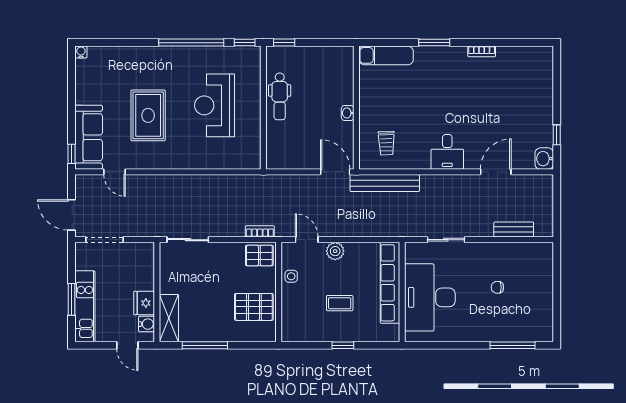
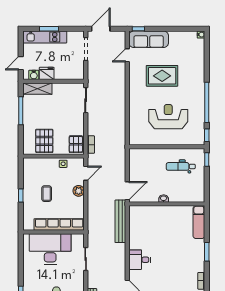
dental chair: (280, 96) -> (181, 166), moved
trolley: (386, 143) -> (145, 222), removed

